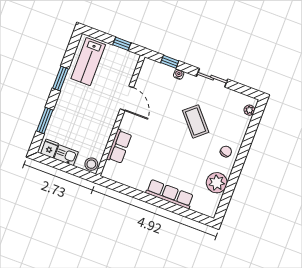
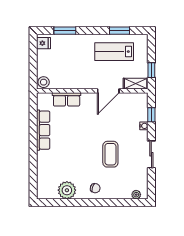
lab bench: (88, 62) -> (114, 52), moved
shelving: (130, 66) -> (136, 84), added
window: (60, 79) -> (120, 31), moved
coffee table: (196, 121) -> (110, 154), turned -49
kitchen sink: (66, 155) -> (43, 59), removed
row of seats: (170, 194) -> (43, 130), moved

